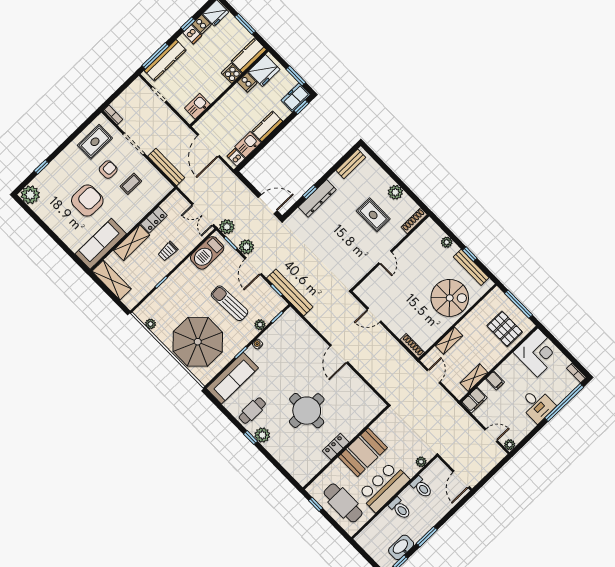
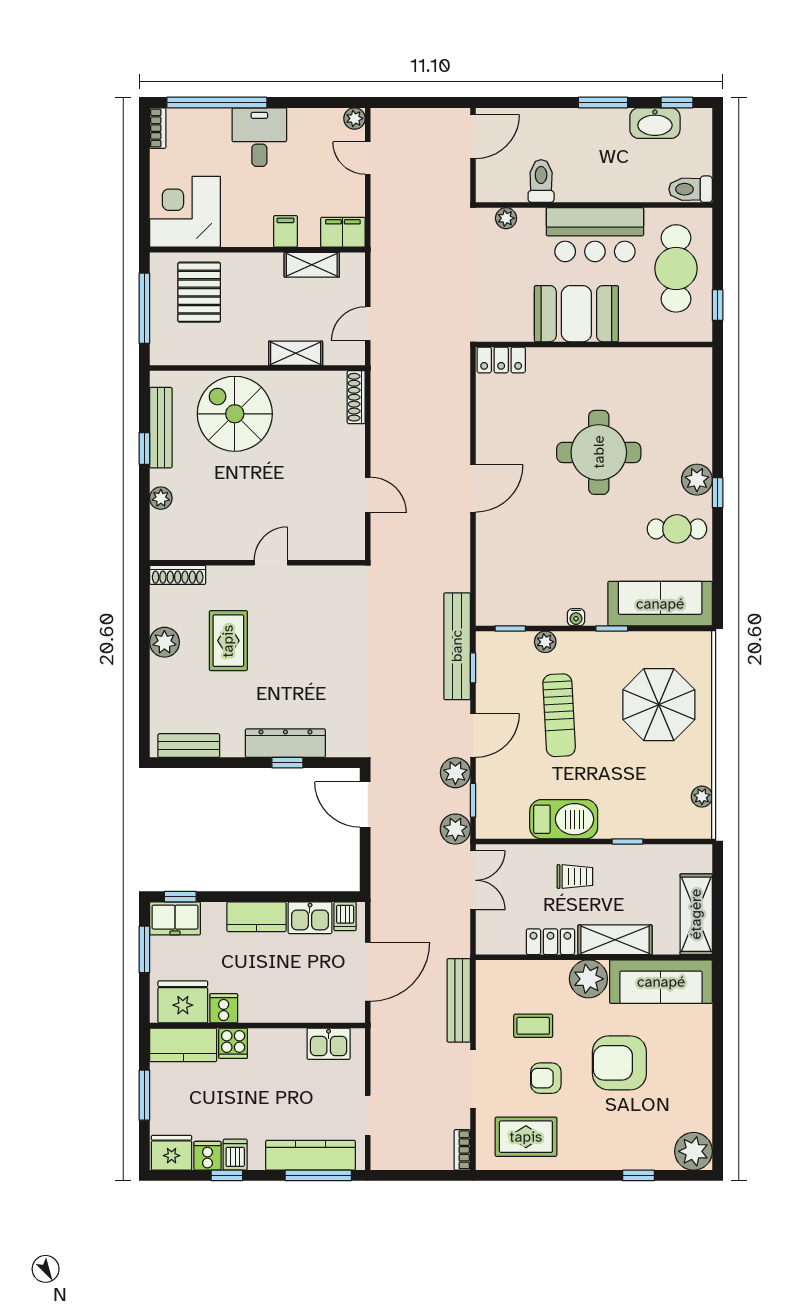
plant: (128, 220) -> (588, 979), added
barbecue: (207, 253) -> (564, 819), moved
parasol: (198, 342) -> (659, 705), width x0.73, depth x0.73
locker: (336, 447) -> (501, 360), moved
toilet: (400, 508) -> (691, 189), moved, turned -90

